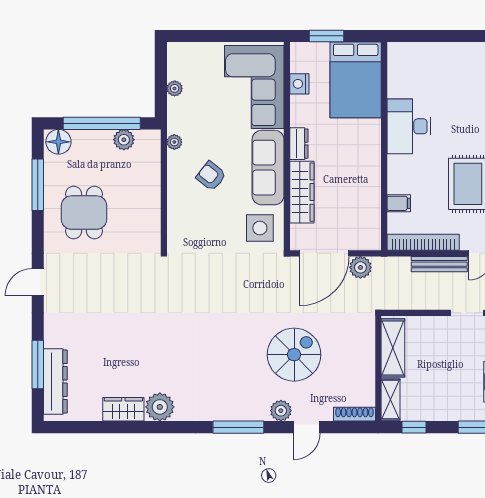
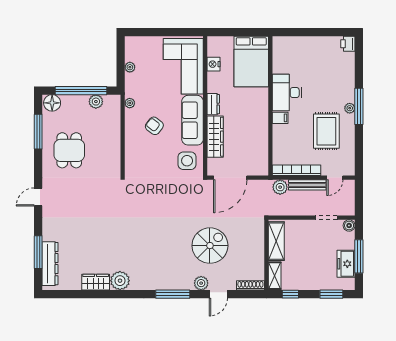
window: (327, 36) -> (232, 32), removed
filing cabinet: (399, 203) -> (280, 118), moved
plant: (360, 267) -> (280, 187), moved

